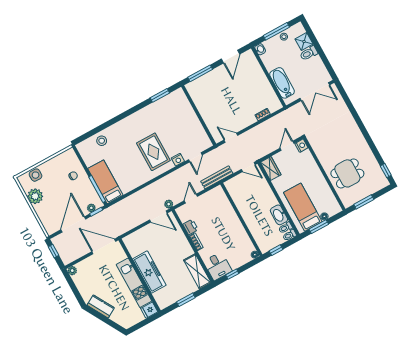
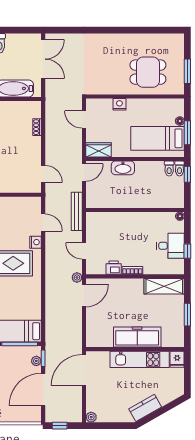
door: (231, 138) -> (43, 174), swing flipped
nightstand: (301, 146) -> (119, 104), moved
window: (386, 171) -> (167, 30), removed
dining table: (347, 173) -> (148, 72), turned 90
washbasin: (279, 215) -> (123, 168), moved
door: (73, 224) -> (43, 389), hinge flipped
window: (276, 250) -> (187, 174), moved
desk: (218, 266) -> (170, 246), moved

